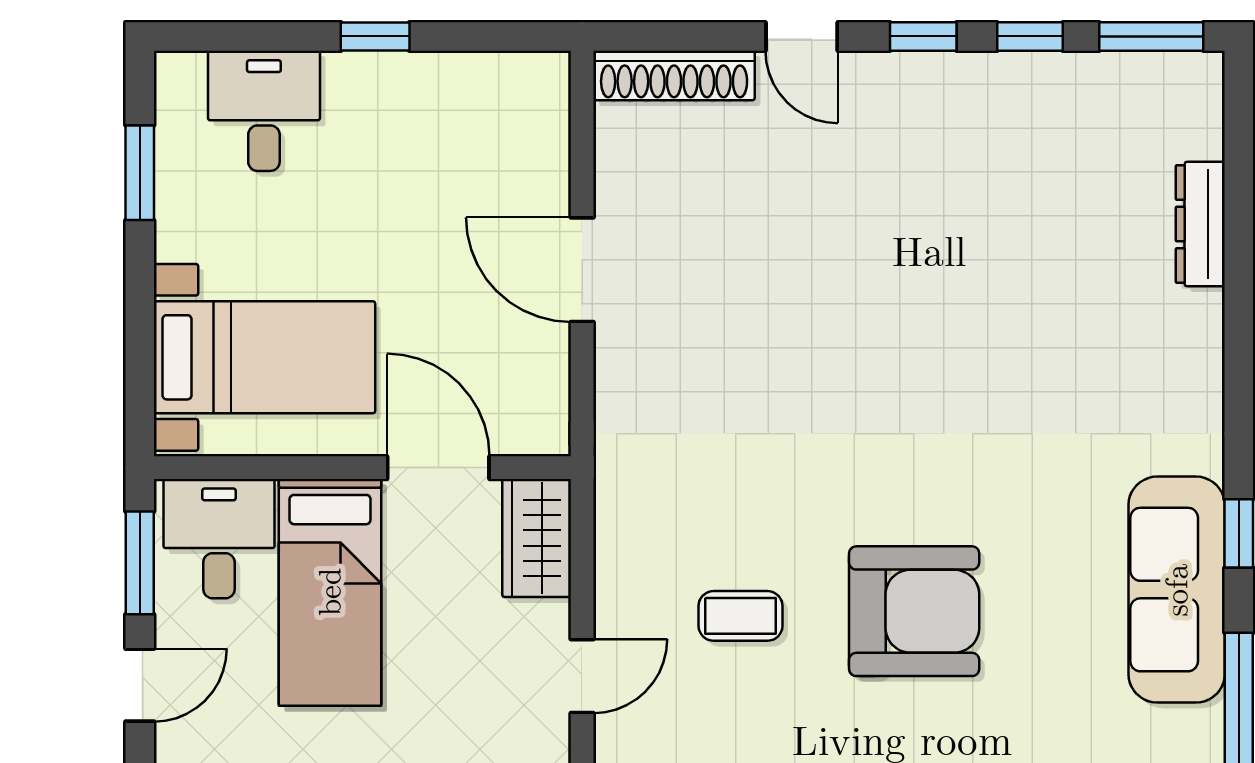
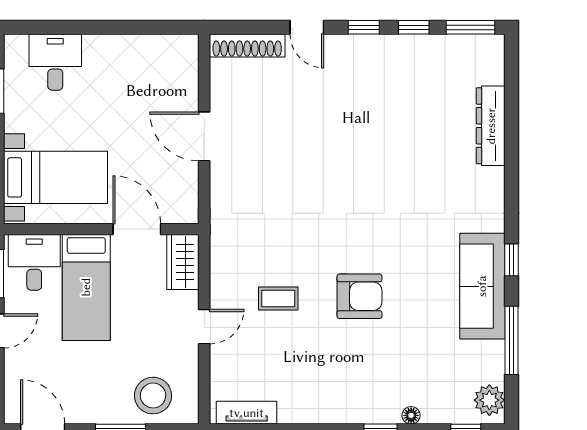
window: (375, 36) -> (107, 27), removed
dresser: (1200, 224) -> (491, 126), width x1.37, depth x1.24
armchair: (914, 611) -> (360, 296), width x0.73, depth x0.73

